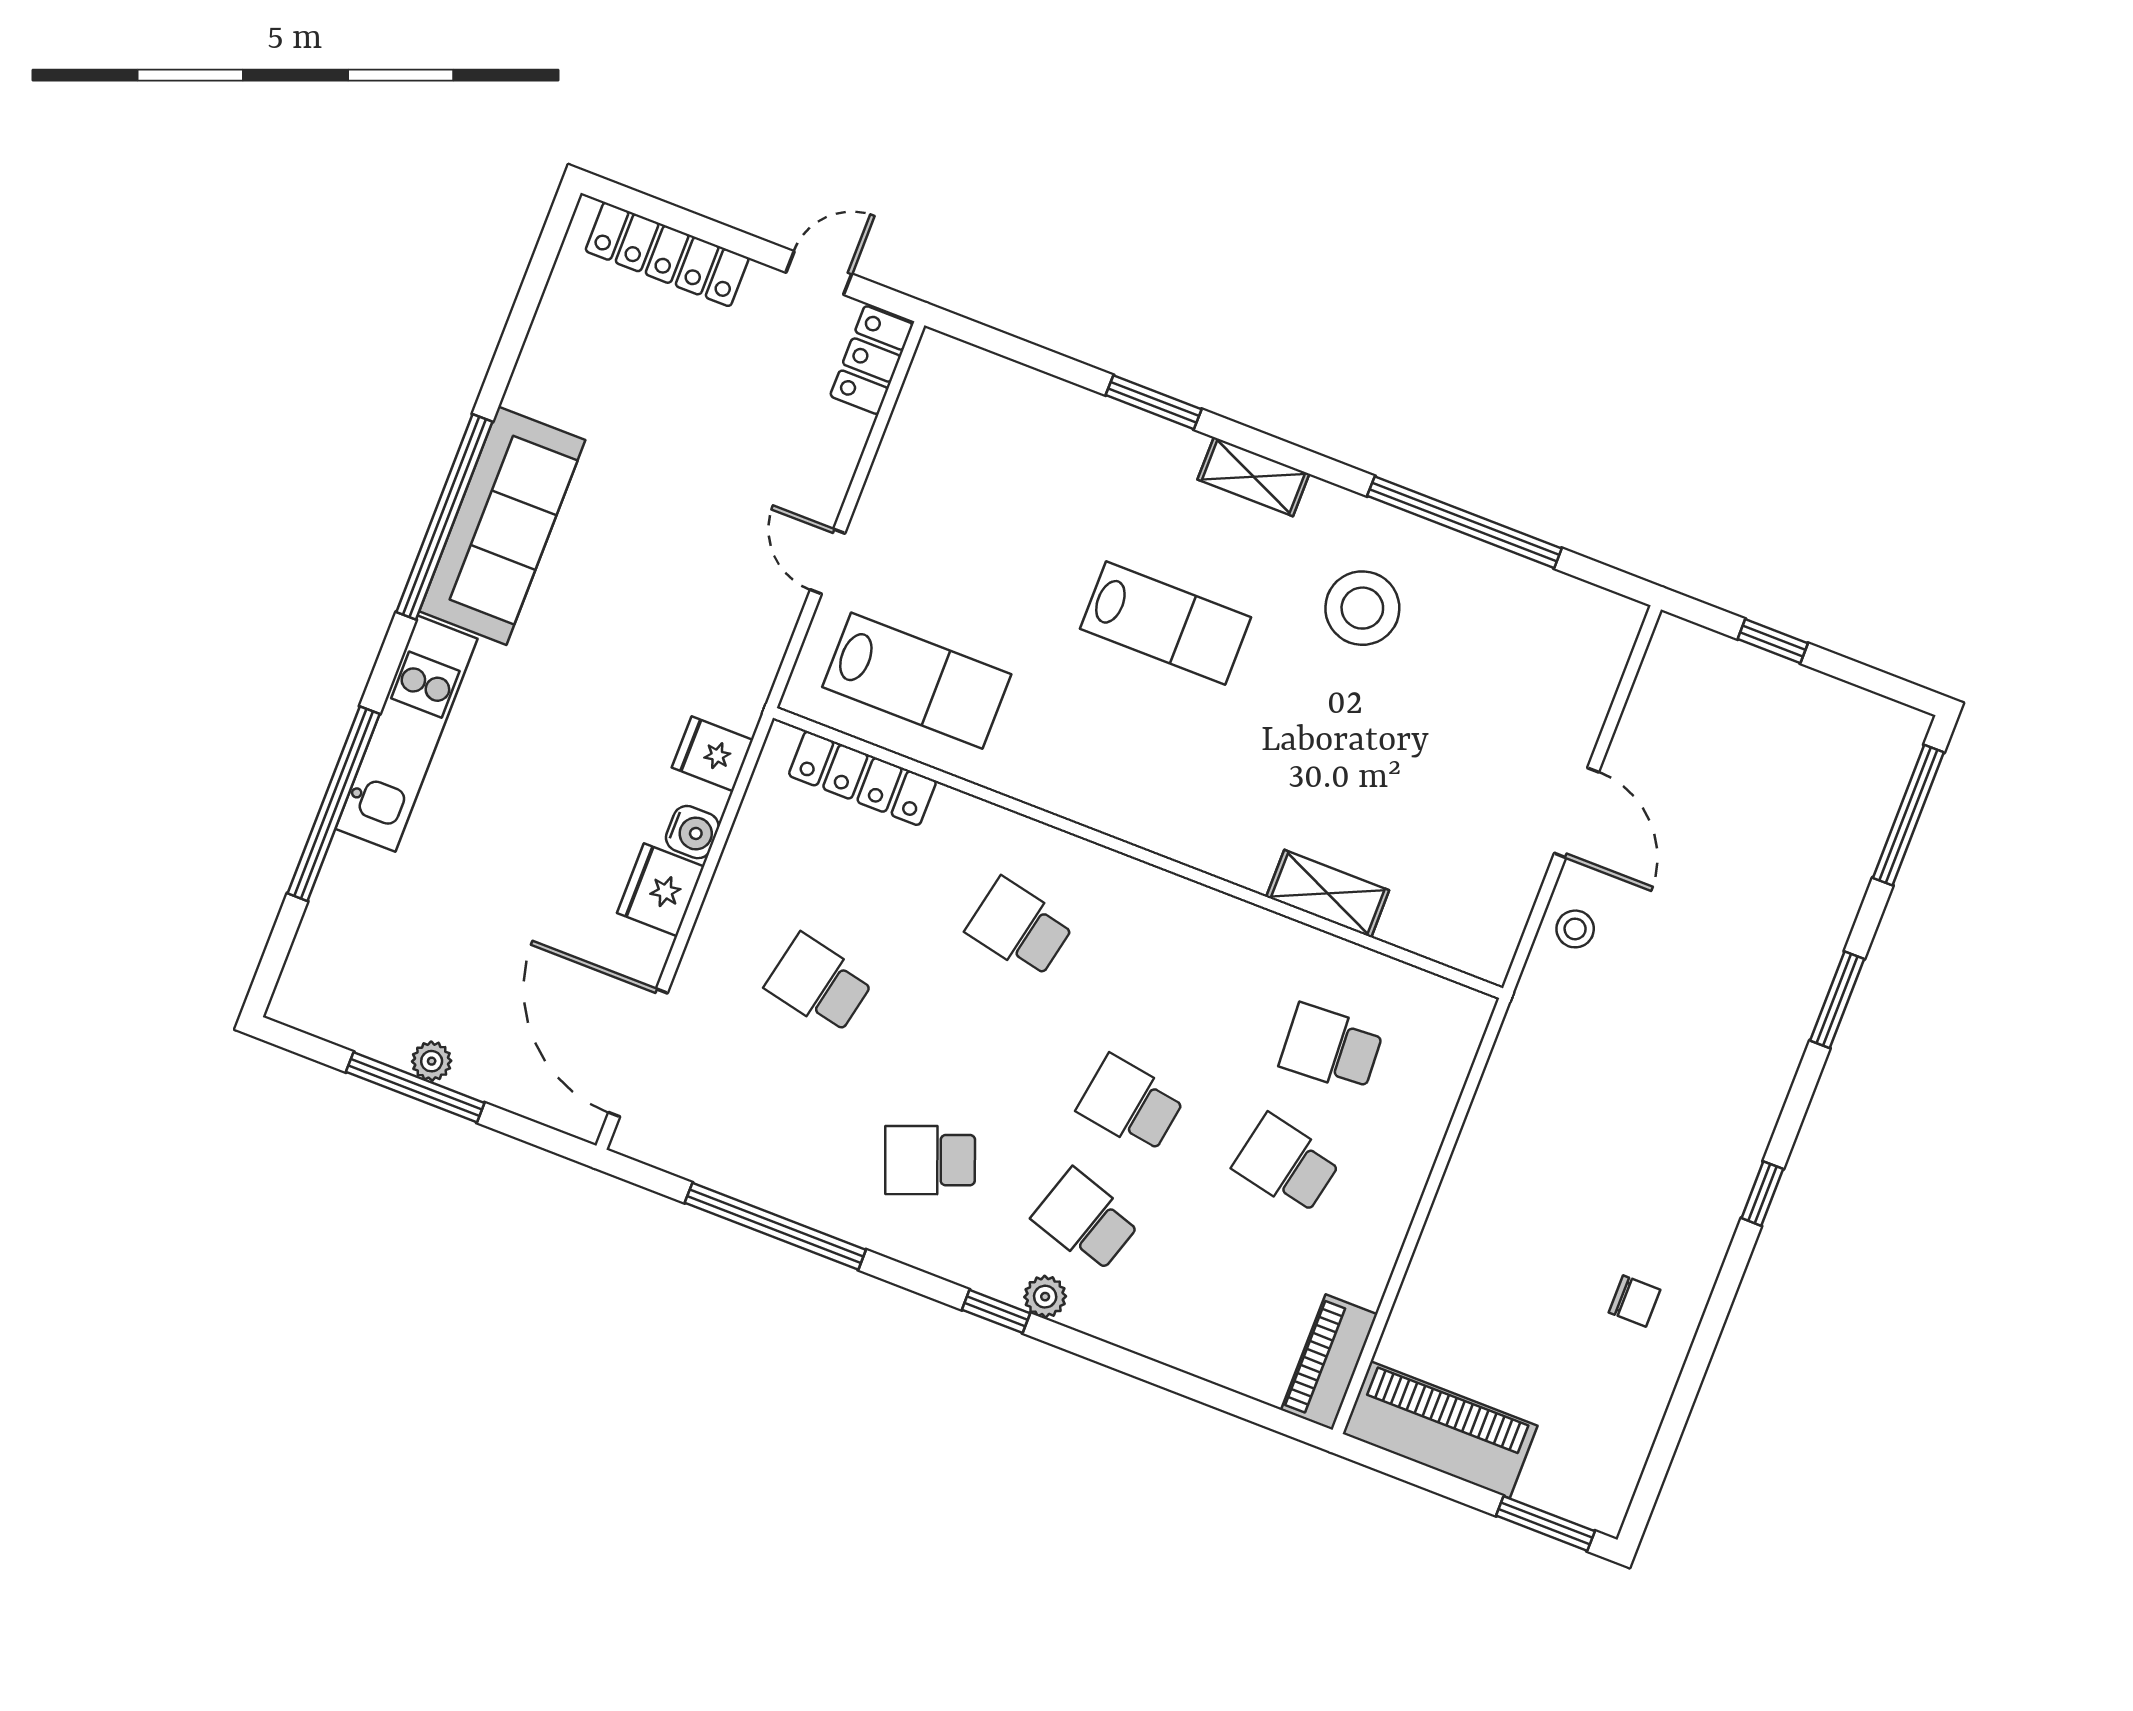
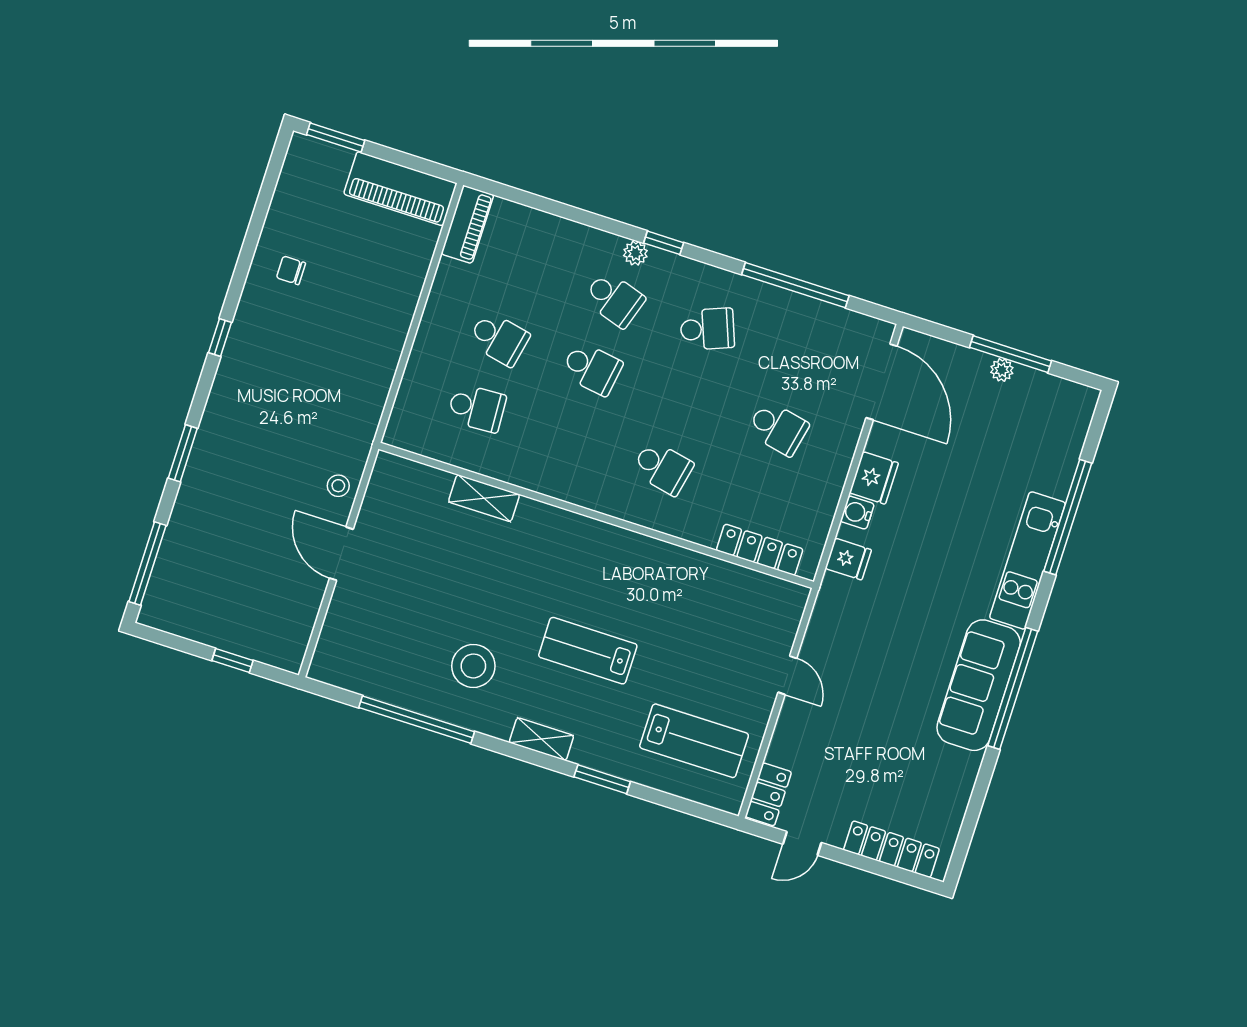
lab bench: (917, 681) -> (694, 741), moved, turned 180

